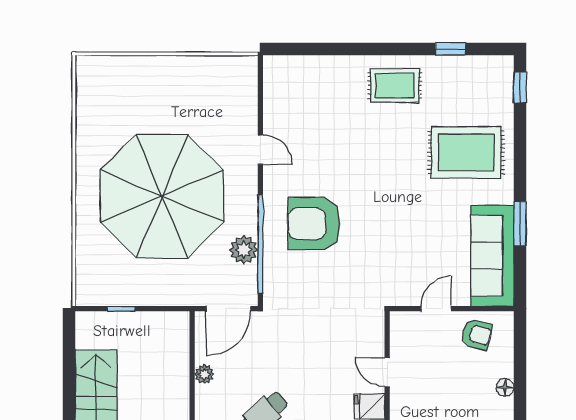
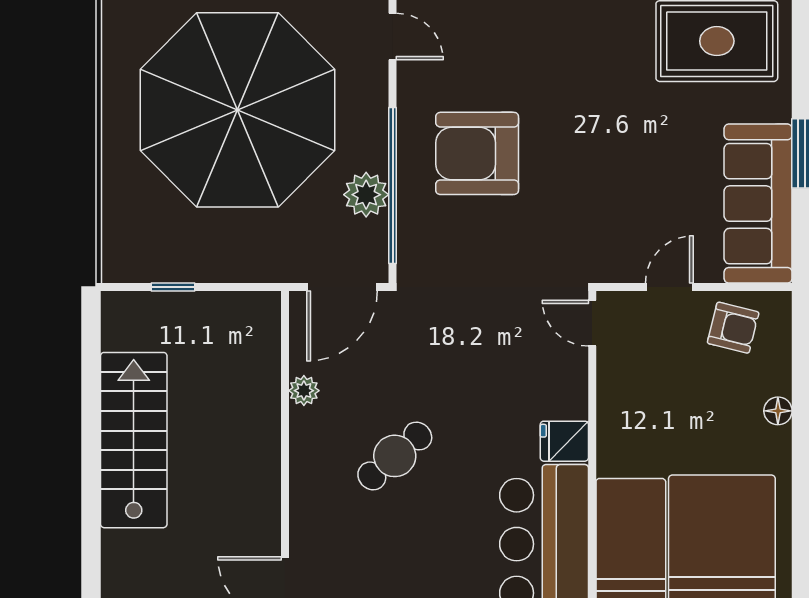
door: (387, 372) -> (592, 323), moved

